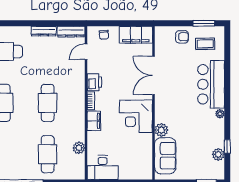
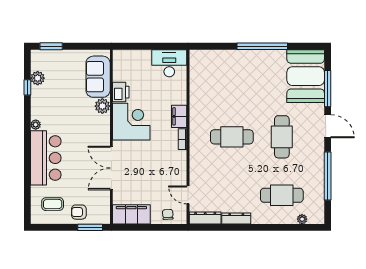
window: (204, 23) -> (90, 227), moved
door: (86, 52) -> (188, 195), swing flipped
double door: (153, 75) -> (111, 168), swing flipped
printer: (94, 82) -> (121, 92), moved, turned 180
cafe table: (48, 103) -> (232, 137), turned 90
plant: (79, 148) -> (196, 86), removed
cafe table: (48, 154) -> (232, 78), removed

